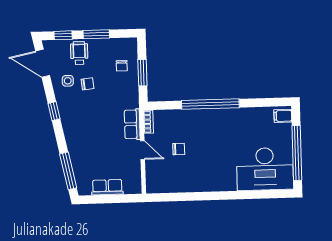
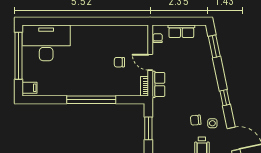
chair: (122, 66) -> (158, 38), moved
window: (68, 171) -> (214, 46), width x0.69

